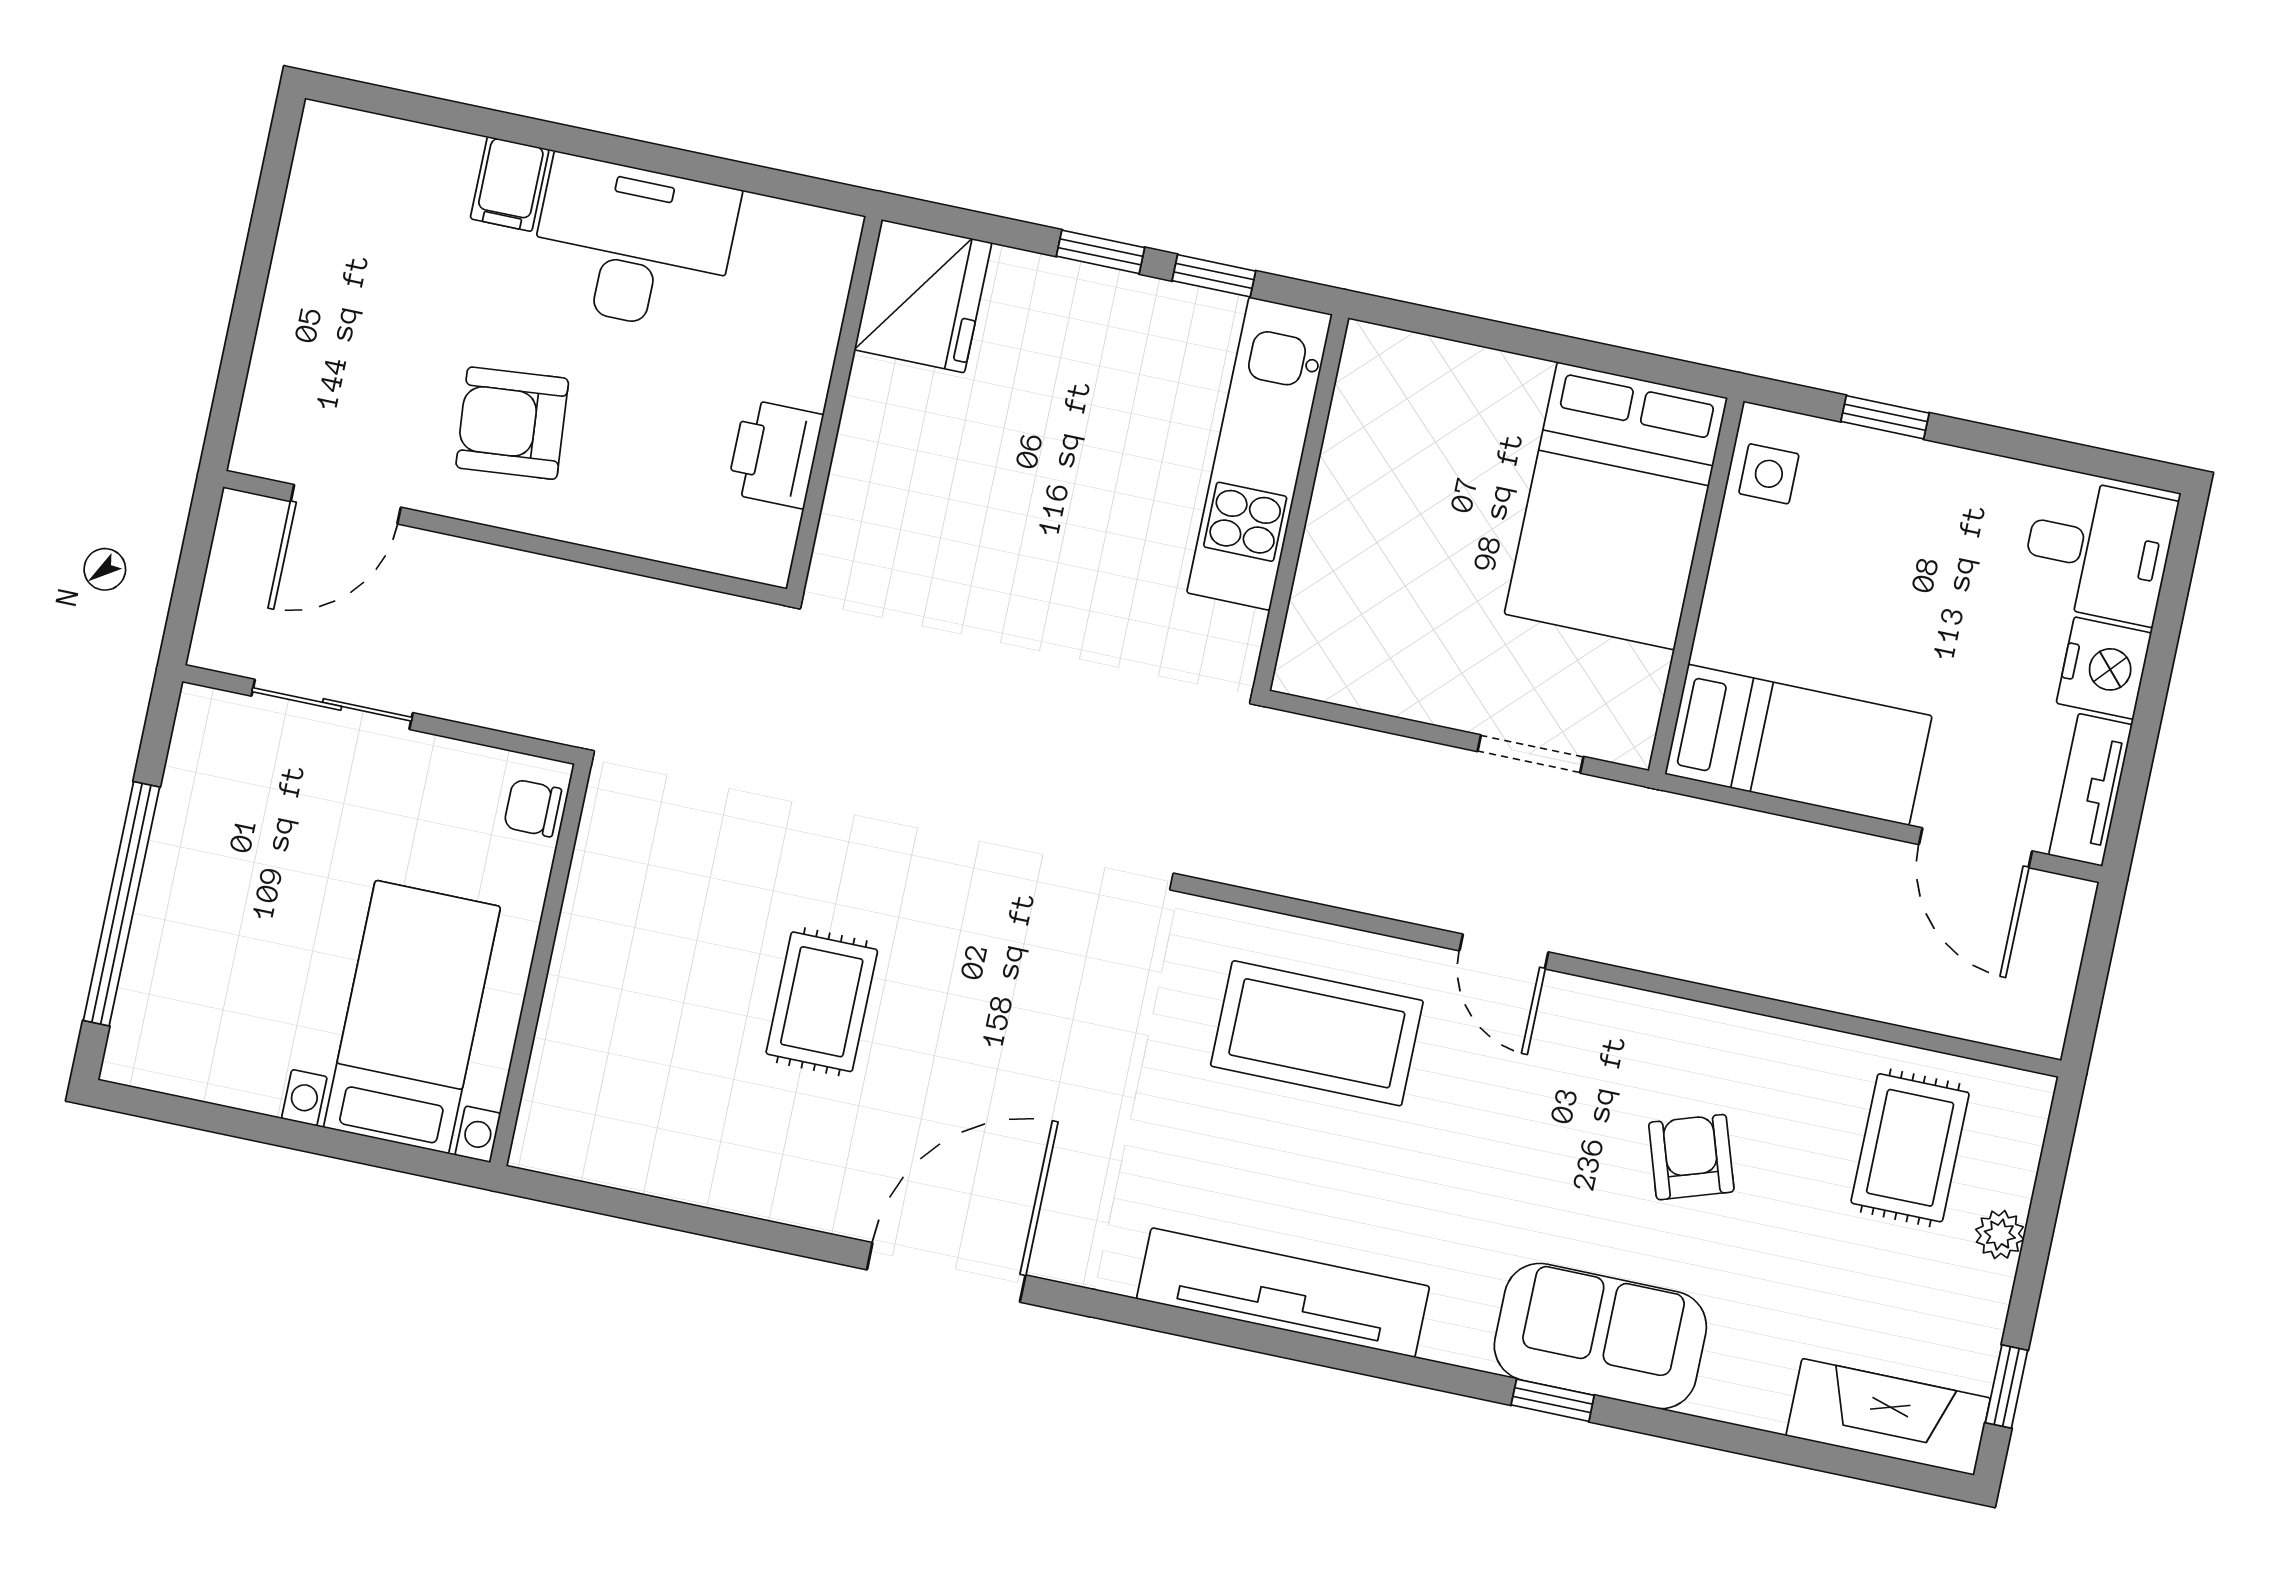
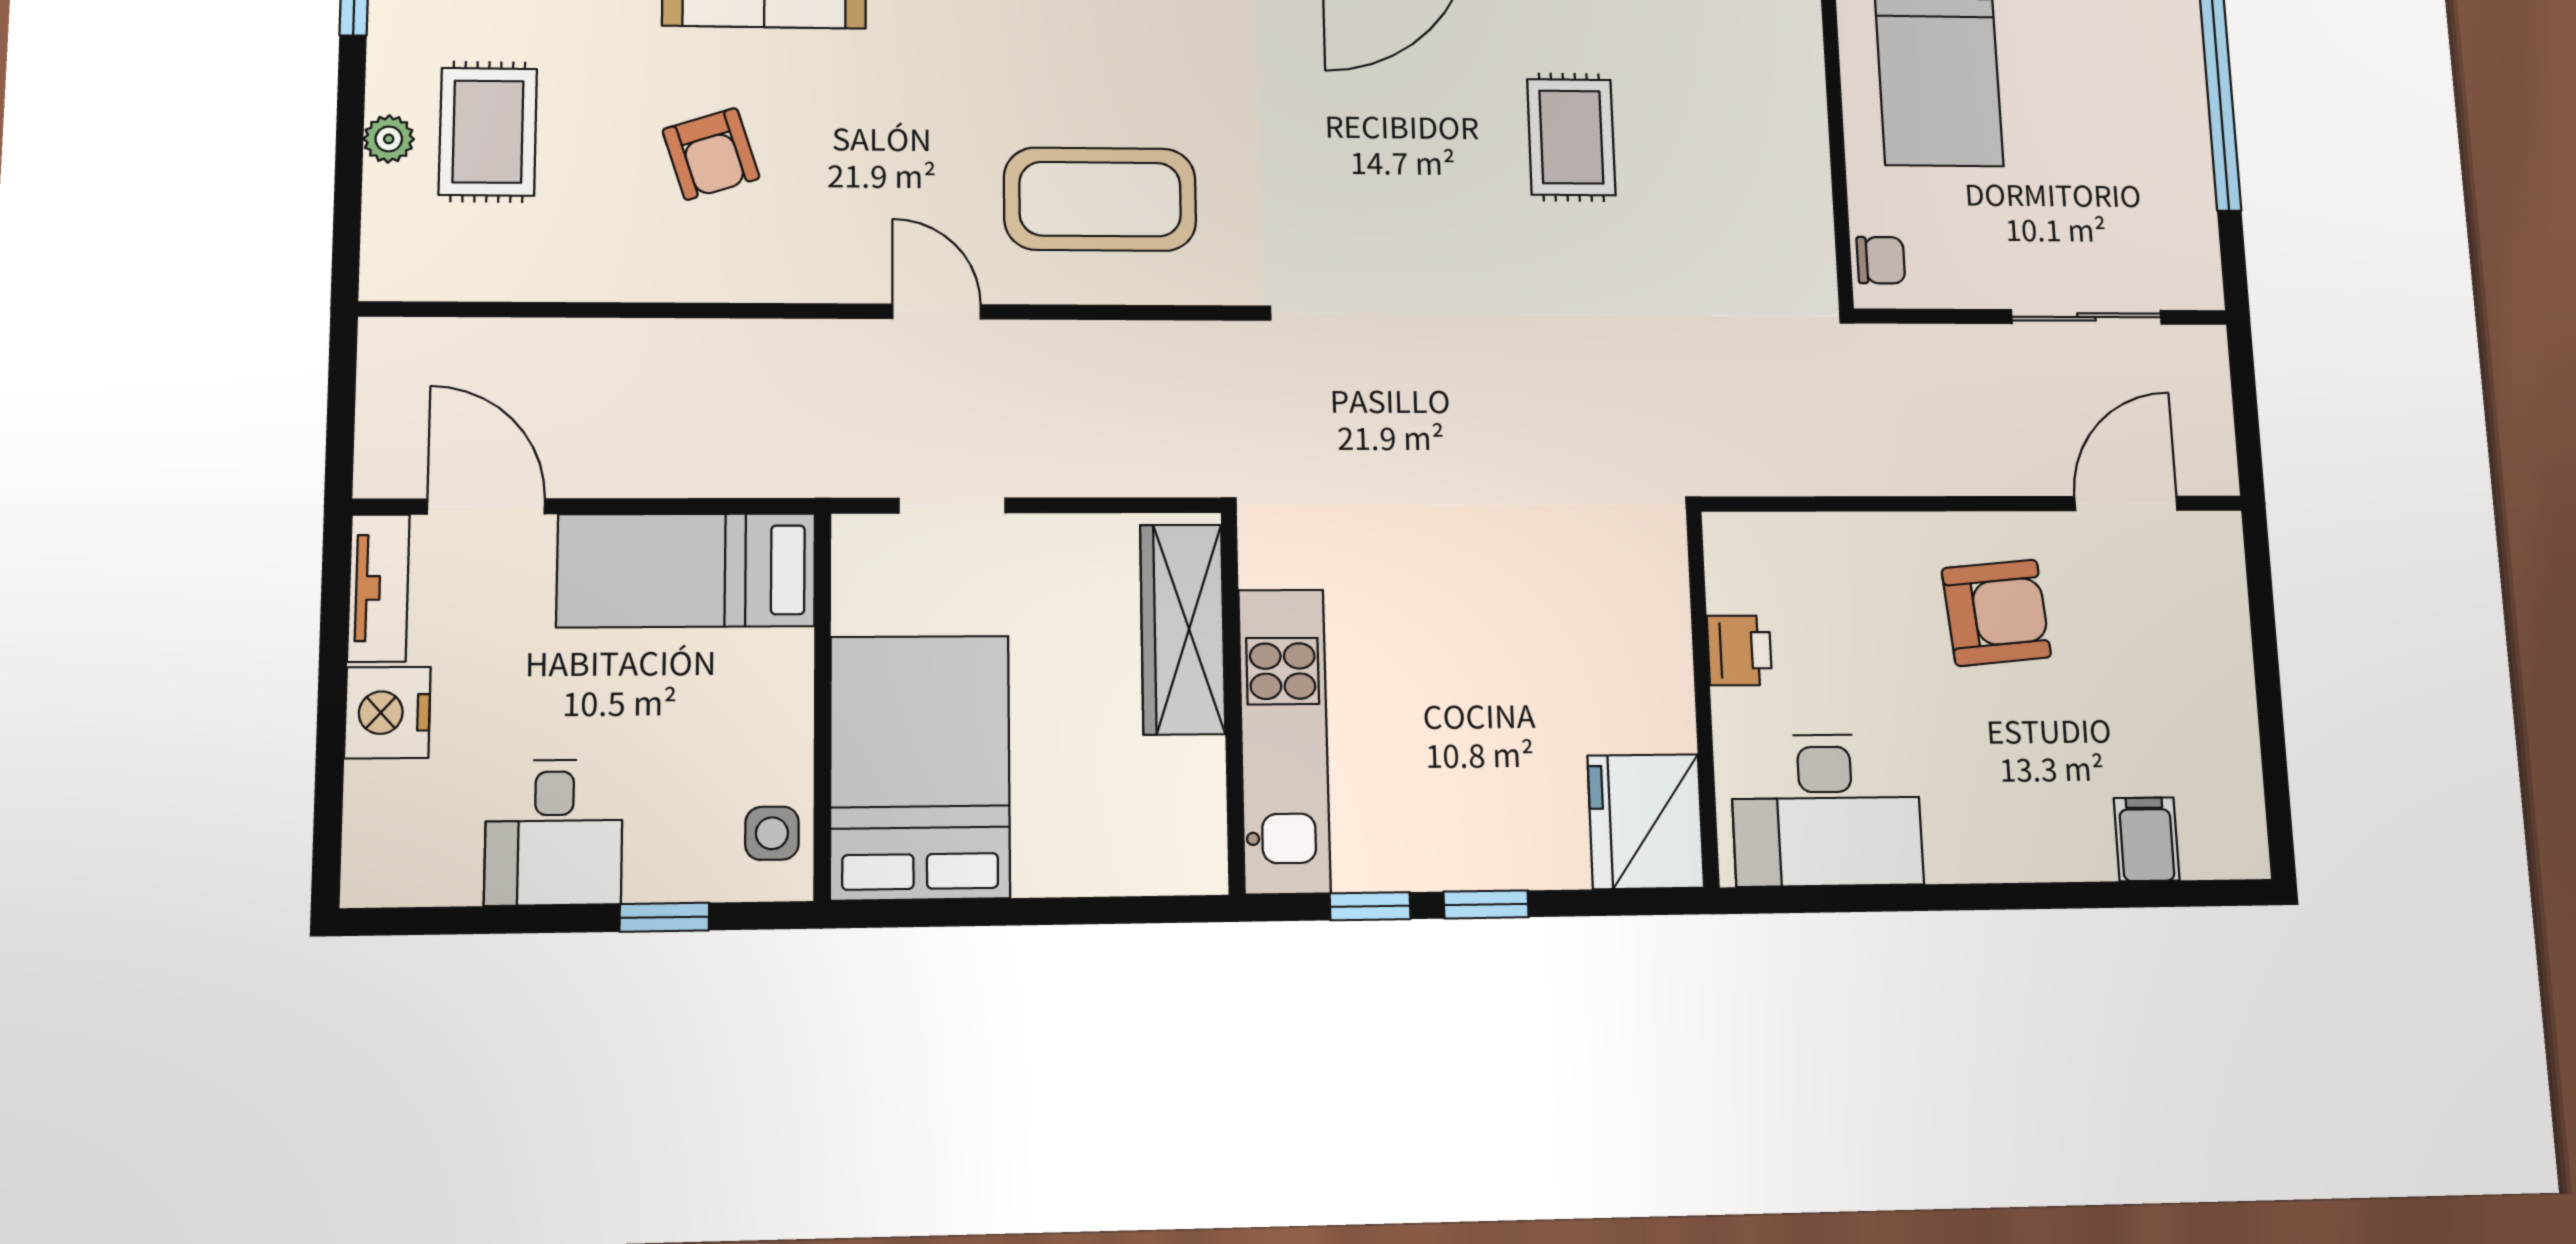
filing cabinet: (510, 184) -> (2147, 839), moved
desk: (633, 244) -> (1826, 810), moved
printer: (775, 454) -> (1739, 650), width x0.73, depth x0.81
desk: (2098, 550) -> (554, 832), moved, turned -90
wardrobe: (1333, 584) -> (1183, 629), added
rug: (1910, 1148) -> (488, 132), moved

